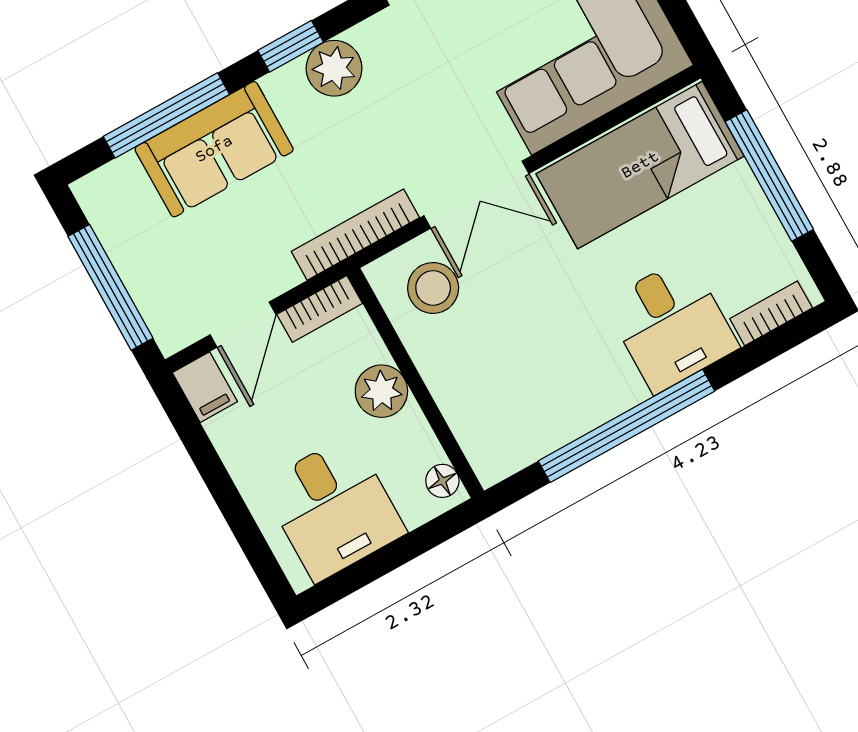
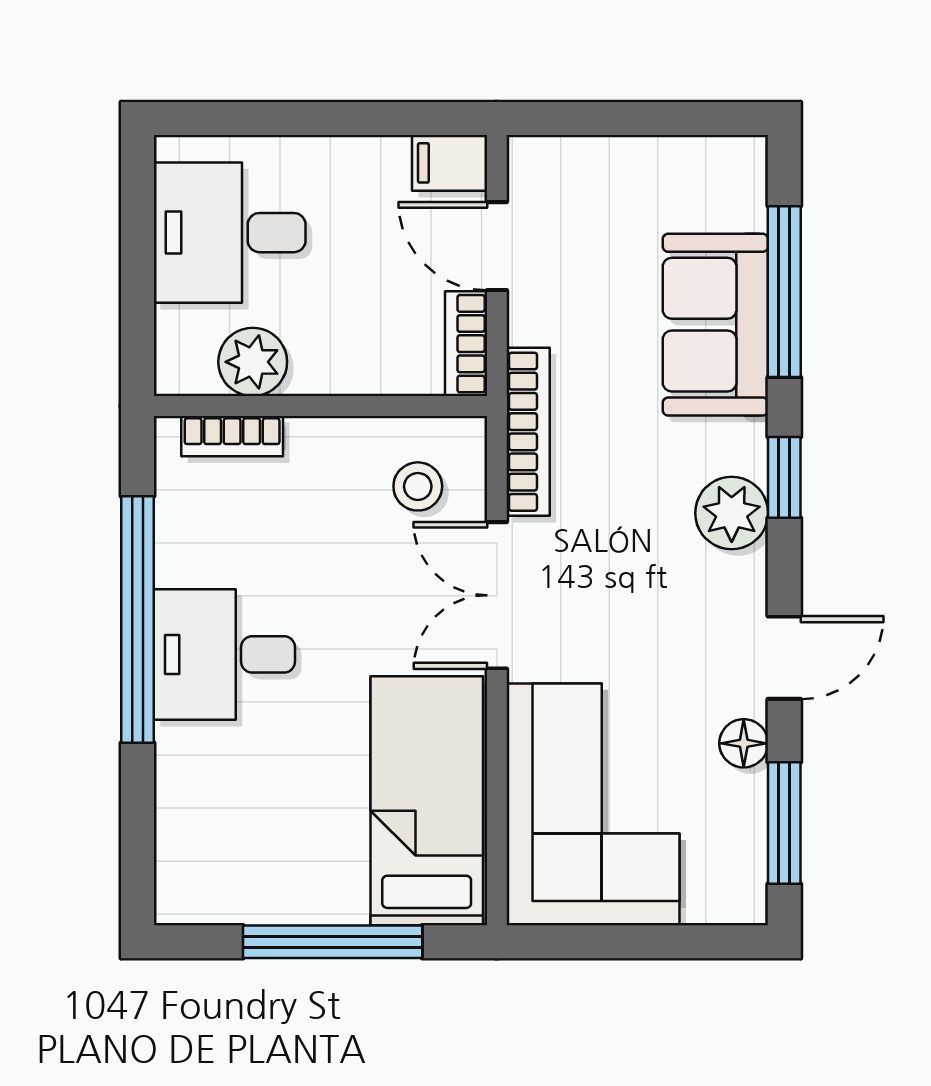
window: (110, 287) -> (624, 119), removed
stool: (433, 288) -> (418, 486), width x0.73, depth x0.73
bookcase: (771, 313) -> (232, 436), moved, turned 90
desk: (671, 325) -> (224, 654), moved
plant: (381, 391) -> (253, 362), moved
floor lamp: (442, 481) -> (192, 375), removed

